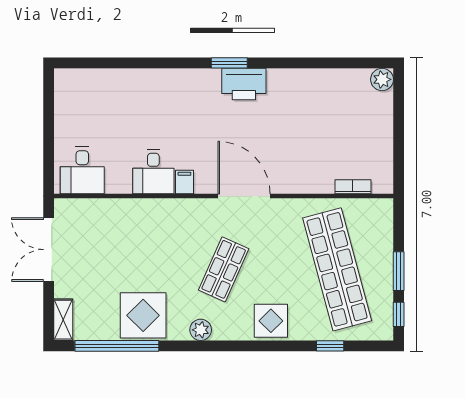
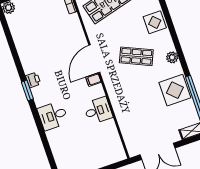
printer: (244, 84) -> (33, 80), width x0.53, depth x0.68
desk: (82, 170) -> (53, 116), moved, turned 180
filing cabinet: (184, 182) -> (93, 80), moved

